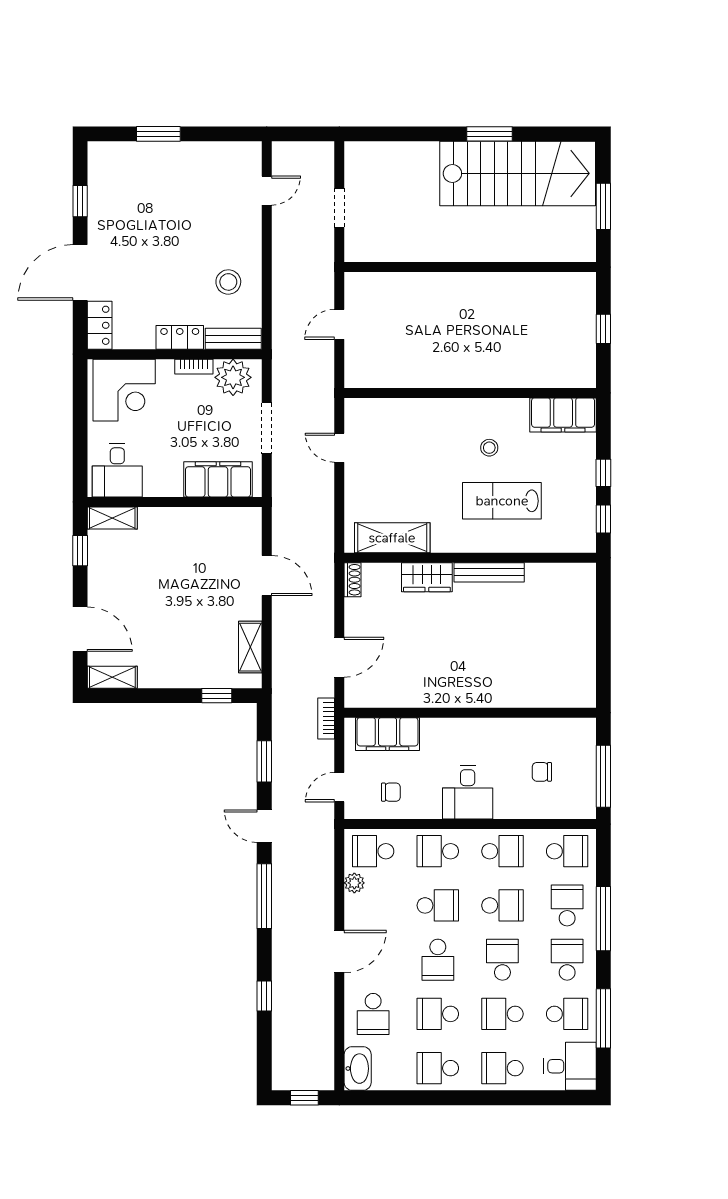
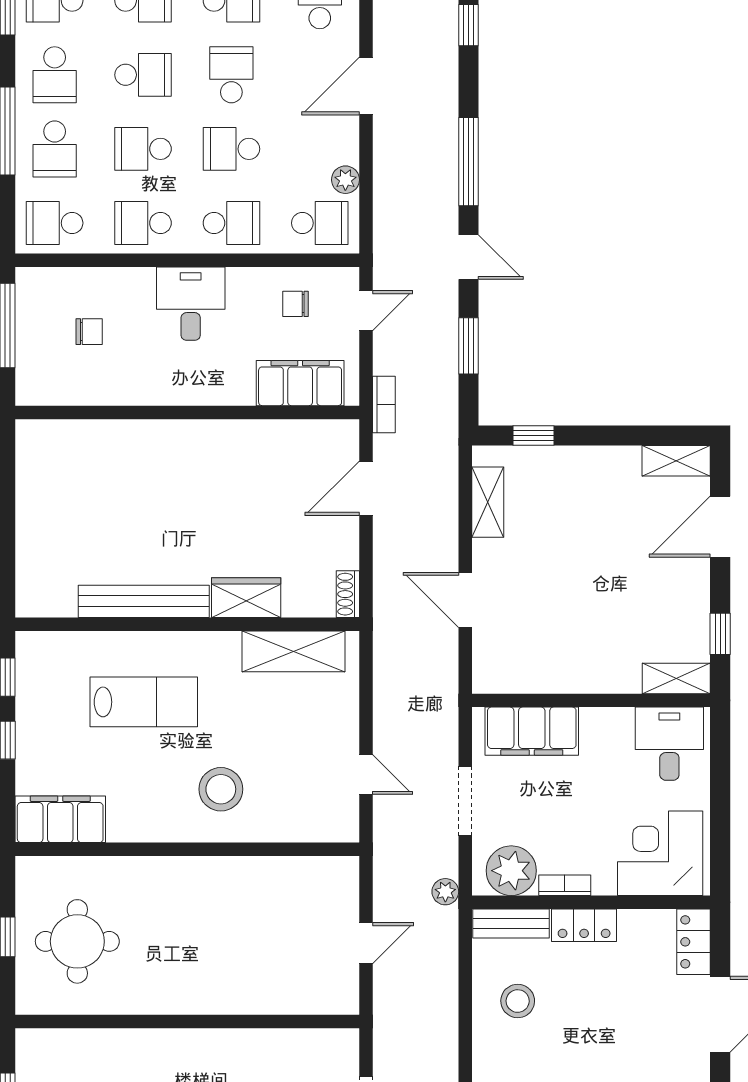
round table: (551, 326) -> (77, 941), added
plant: (281, 362) -> (445, 892), added
stool: (489, 448) -> (221, 789), moved, width x1.89, depth x1.89
bench: (489, 572) -> (144, 601), width x1.37, depth x1.21
door: (80, 629) -> (720, 527), hinge flipped
school desk: (502, 960) -> (143, 75), turned -90

